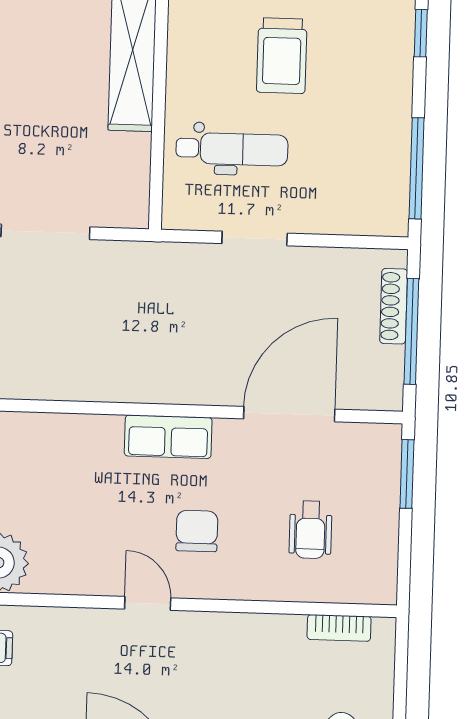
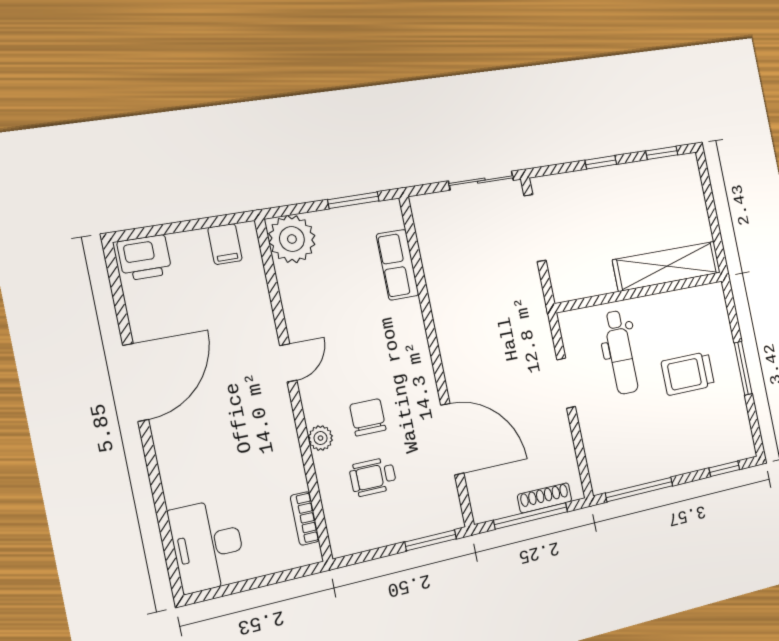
row of seats: (168, 437) -> (398, 265), moved
chair: (197, 531) -> (368, 417), moved, turned -90
plant: (247, 585) -> (320, 438), added

